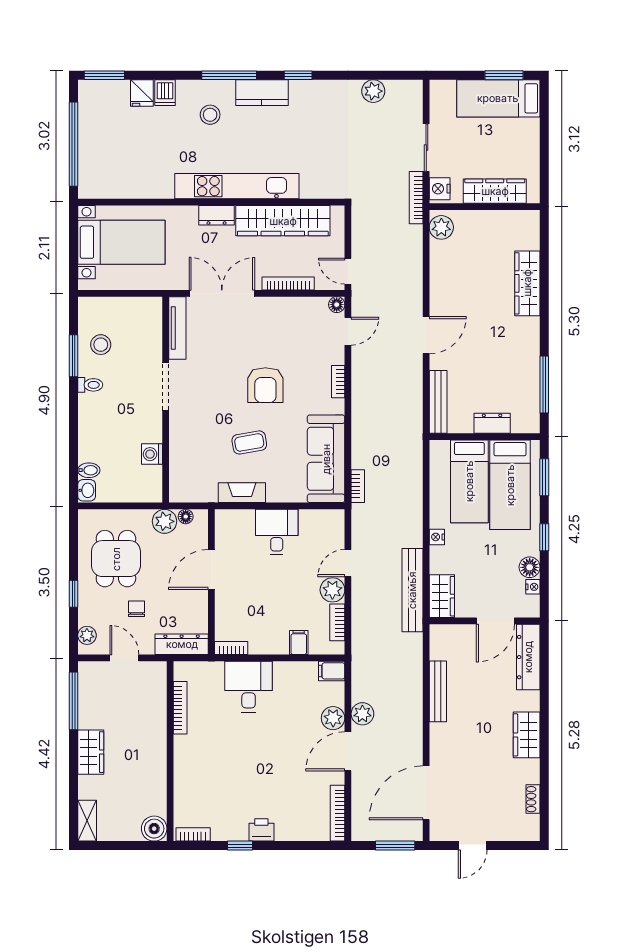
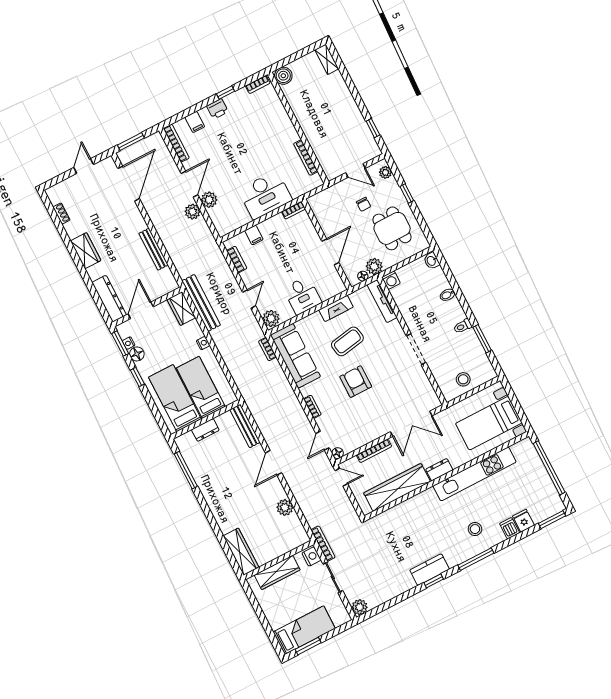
plant: (373, 91) -> (360, 607), moved
kitchen counter: (262, 93) -> (430, 570), moved
kitchen unit: (237, 186) -> (475, 474), moved
plant: (441, 227) -> (285, 508), moved
wardrobe: (527, 283) -> (241, 552), moved
tv unit: (177, 328) -> (382, 301), moved
stool: (101, 345) -> (463, 379), moved
coffee table: (249, 442) -> (347, 341), width x1.36, depth x1.30
washing machine: (152, 454) -> (391, 280), moved, turned 90
bidet: (89, 470) -> (447, 295), moved
window: (544, 477) -> (120, 344), moved
plant: (332, 590) -> (271, 318), moved
dresser: (182, 644) -> (325, 197), removed
filing cabinet: (332, 671) -> (195, 122), moved, turned 90
desk: (249, 687) -> (265, 195), width x1.37
window: (73, 701) -> (373, 128), width x0.46
wardrobe: (91, 752) -> (346, 102), removed

